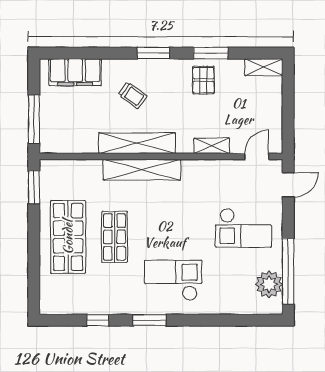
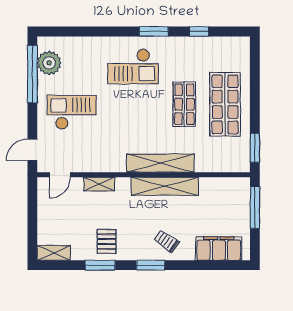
trolley: (133, 95) -> (167, 241), moved

